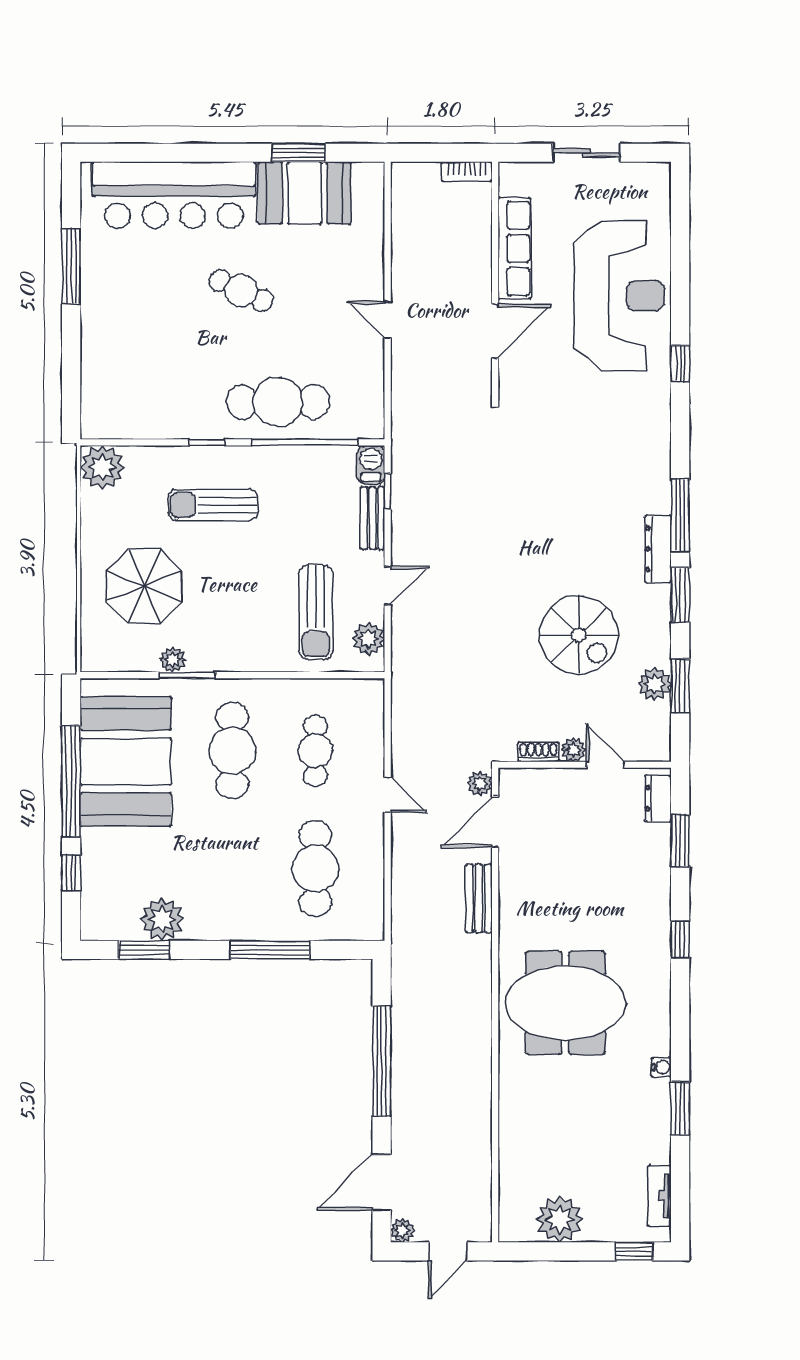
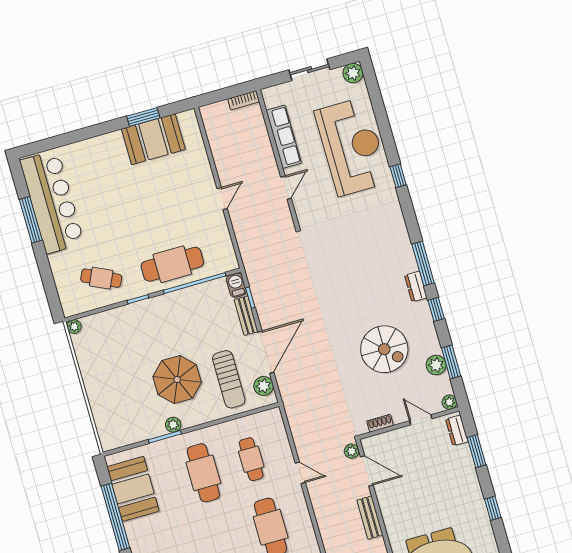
plant: (655, 178) -> (353, 73), added
bar counter: (174, 195) -> (52, 202), moved, turned -90
cafe table: (241, 291) -> (101, 278), moved
door: (388, 320) -> (222, 199), swing flipped
door: (495, 331) -> (286, 188), width x0.73
plant: (102, 467) -> (74, 327), width x0.53, depth x0.53
sun lounger: (213, 505) -> (152, 334), removed
dresser: (658, 549) -> (416, 287), width x0.70
parasol: (144, 586) -> (177, 380), moved
door: (388, 586) -> (266, 352), width x1.88
window: (680, 595) -> (436, 309), width x0.67
plant: (173, 660) -> (173, 425), moved
plant: (573, 750) -> (449, 402), moved
booth: (126, 762) -> (133, 489), width x0.73, depth x0.70
door: (495, 822) -> (367, 471), swing flipped

